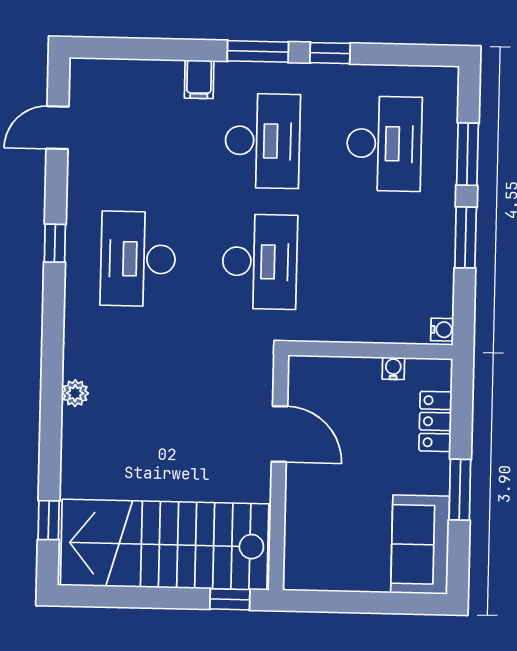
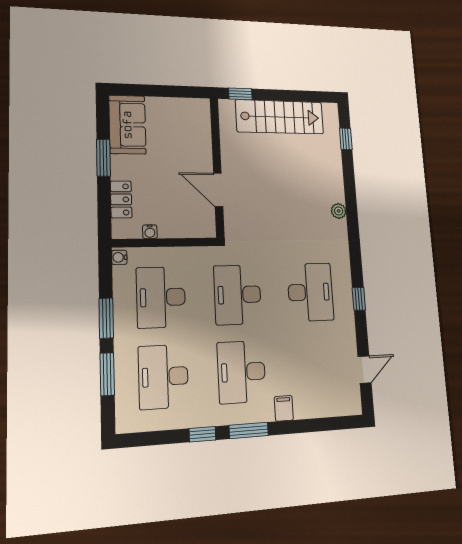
desk: (381, 264) -> (161, 297), added
stairs: (165, 545) -> (280, 117), width x0.73, depth x0.66

